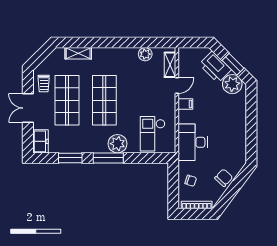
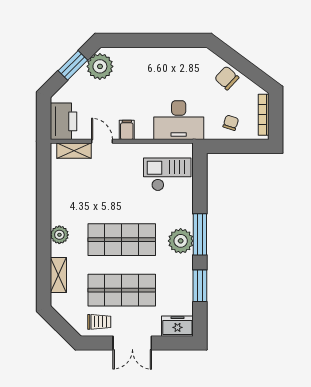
plant: (145, 54) -> (59, 235), moved
printer: (215, 67) -> (64, 121), moved, turned -45
checkout: (153, 134) -> (167, 174), turned 180
plant: (118, 144) -> (181, 241), moved

